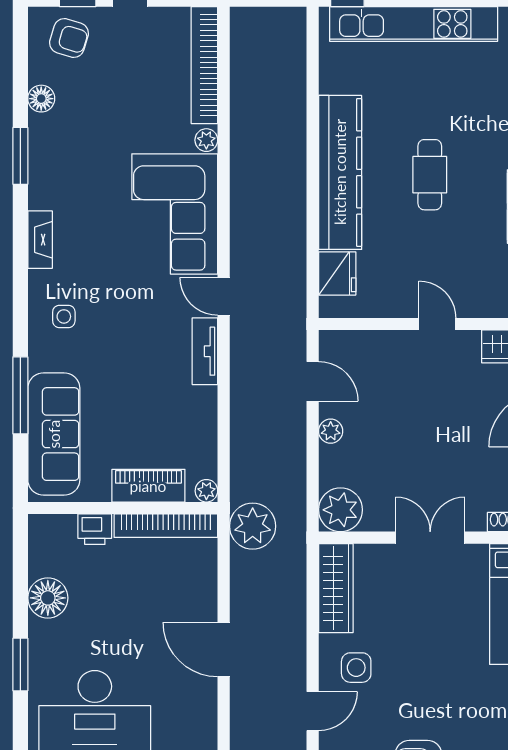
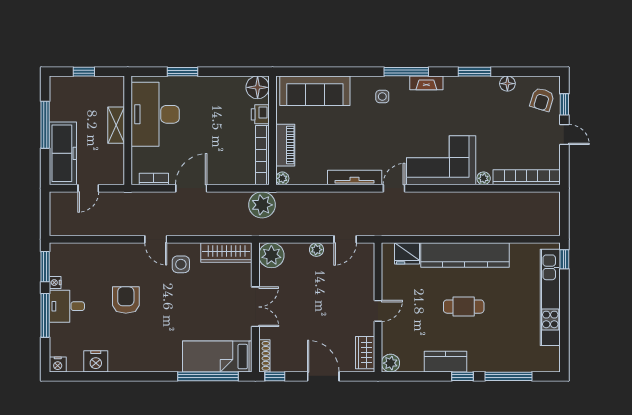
tv unit: (205, 351) -> (355, 178), width x1.41
window: (20, 395) -> (406, 72), moved
floor lamp: (48, 598) -> (258, 87), moved
bookcase: (208, 715) -> (154, 179), added

